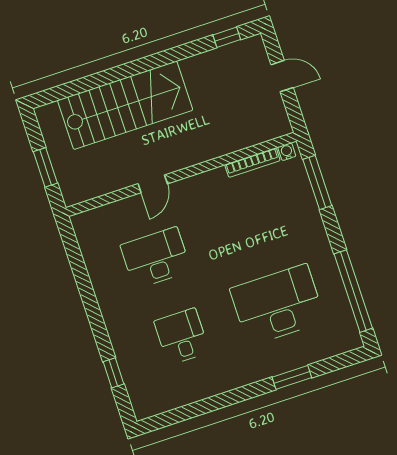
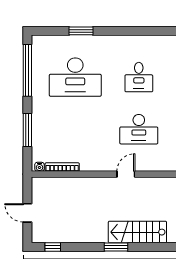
window: (131, 69) -> (116, 247), added
stairs: (125, 105) -> (137, 232), width x0.73, depth x0.66
window: (317, 182) -> (27, 130), moved

